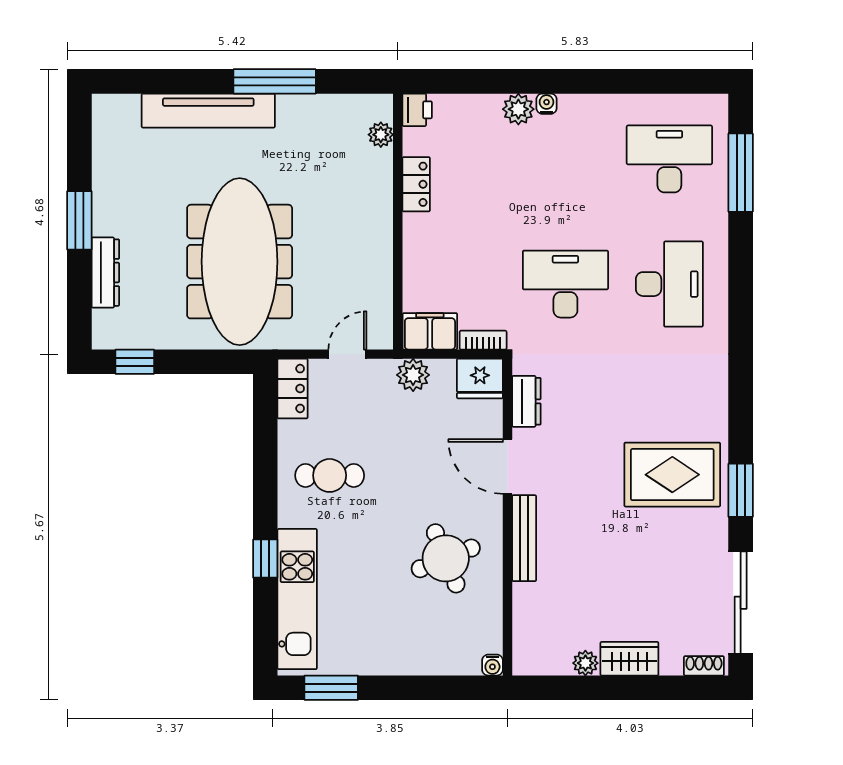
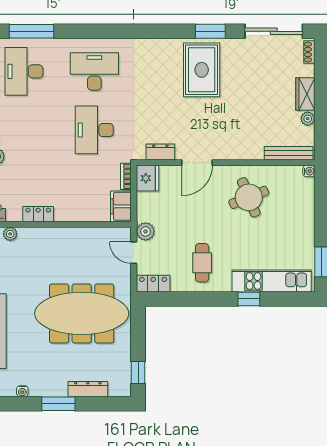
water cooler: (102, 156) -> (22, 391), added
plant: (413, 375) -> (146, 231), moved
bench: (524, 538) -> (289, 153), moved

